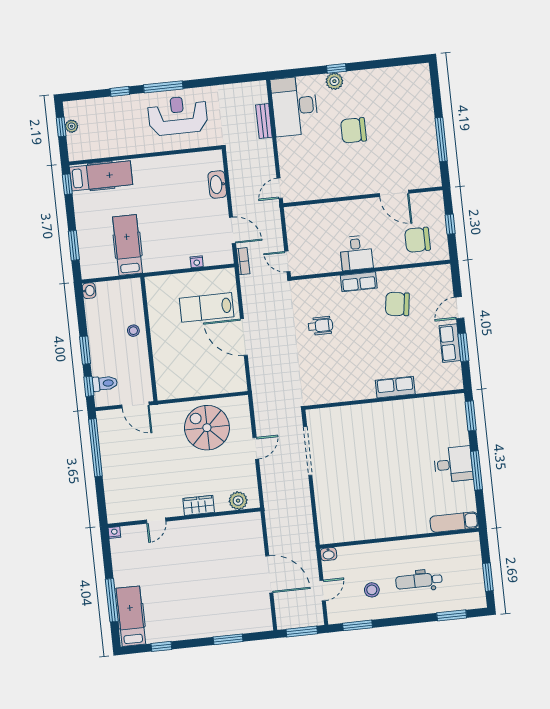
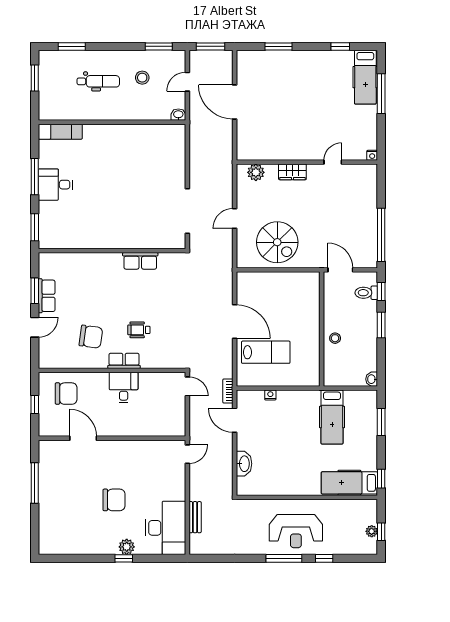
reception desk: (178, 115) -> (296, 531), moved
wheelchair: (320, 326) -> (139, 330), moved
row of seats: (395, 387) -> (140, 261), moved

